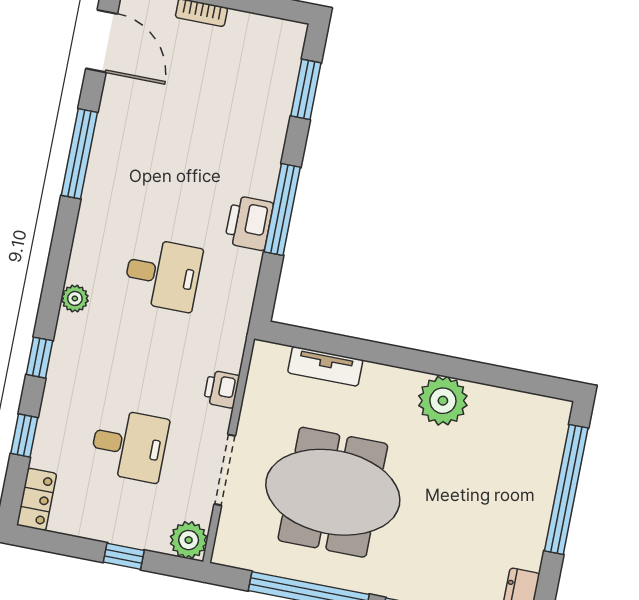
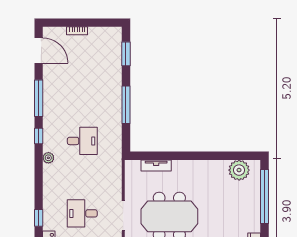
printer: (249, 223) -> (113, 113), removed
window: (39, 358) -> (39, 136), moved
printer: (222, 389) -> (116, 183), removed
plant: (443, 401) -> (239, 170), moved
desk: (129, 445) -> (82, 213), turned 180

